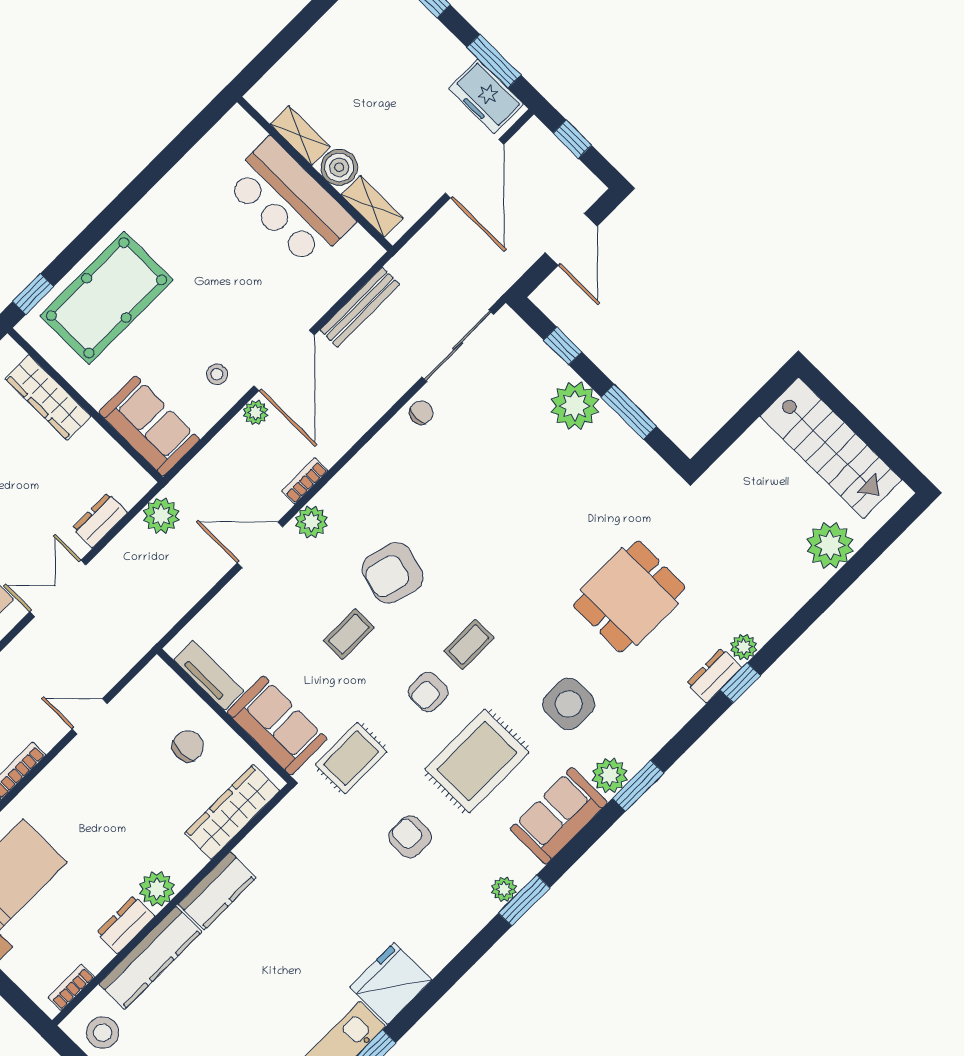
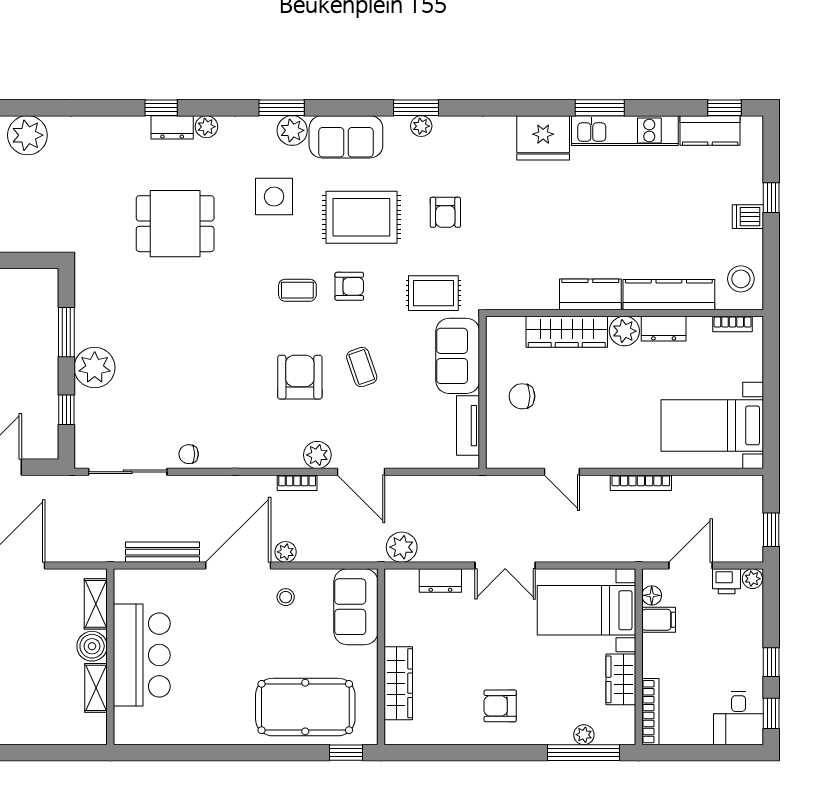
armchair: (393, 573) -> (300, 377), turned -105
coffee table: (349, 634) -> (362, 367), turned 71
plant: (744, 647) -> (206, 127), moved
wardrobe: (232, 812) -> (567, 332), moved

